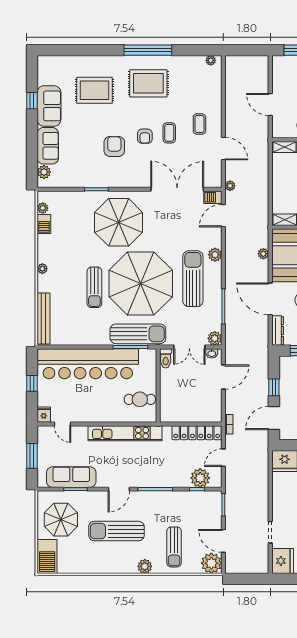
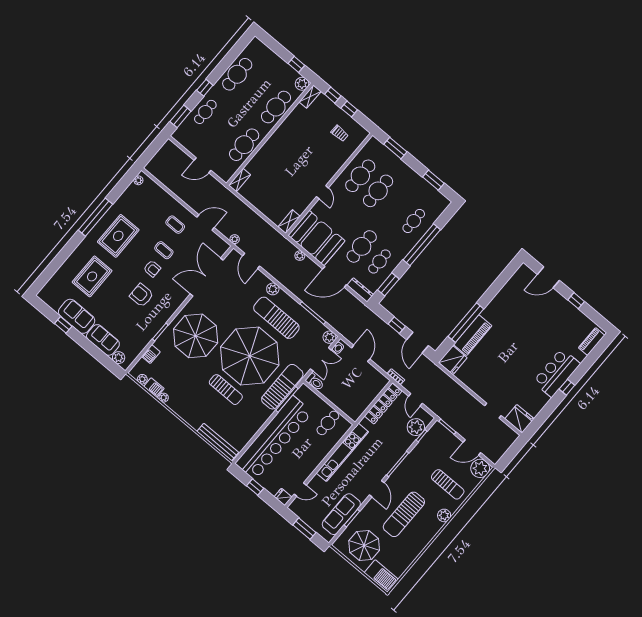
barbecue: (213, 197) -> (151, 354), moved
plant: (42, 269) -> (164, 398), moved

